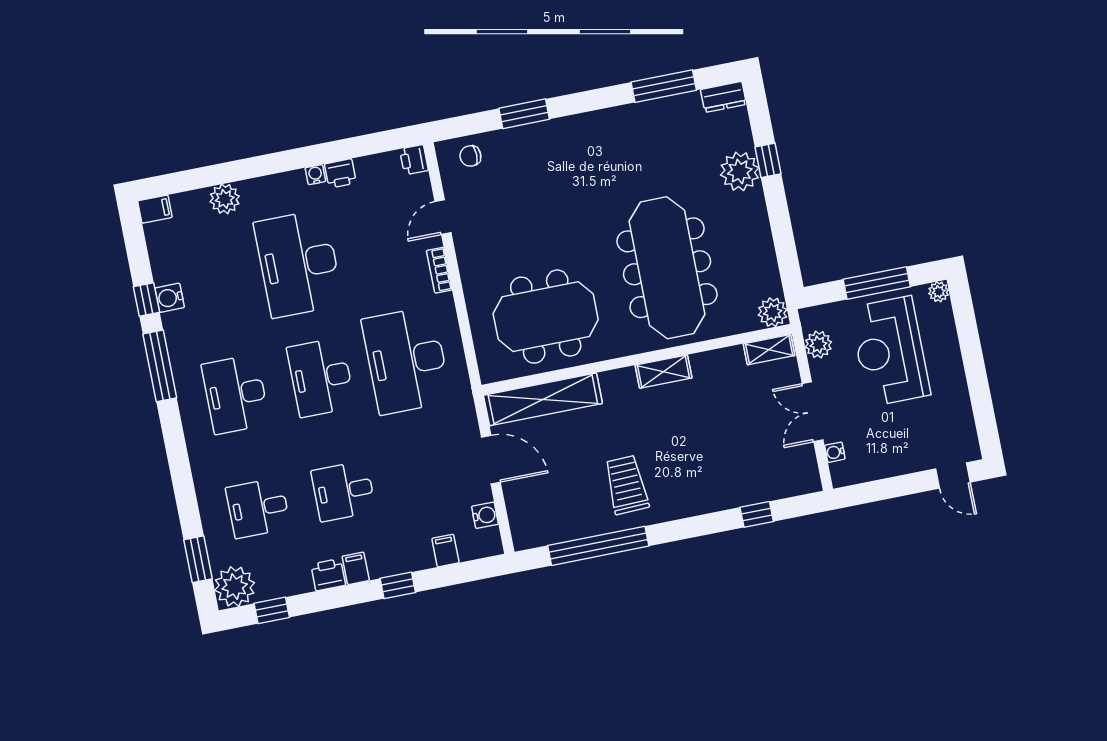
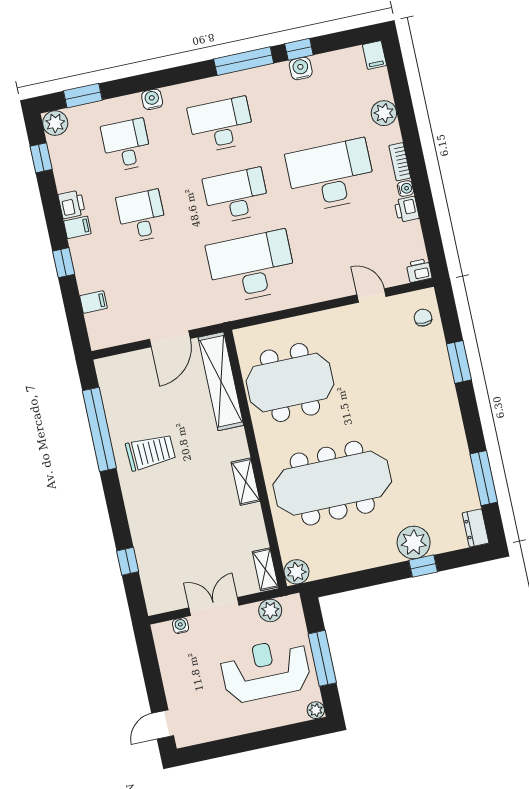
bookcase: (439, 270) -> (400, 162), moved, turned -90
meeting table: (546, 317) -> (290, 383), turned 90
water cooler: (485, 515) -> (152, 99), moved, turned 180
plant: (235, 587) -> (55, 123), width x0.73, depth x0.73

